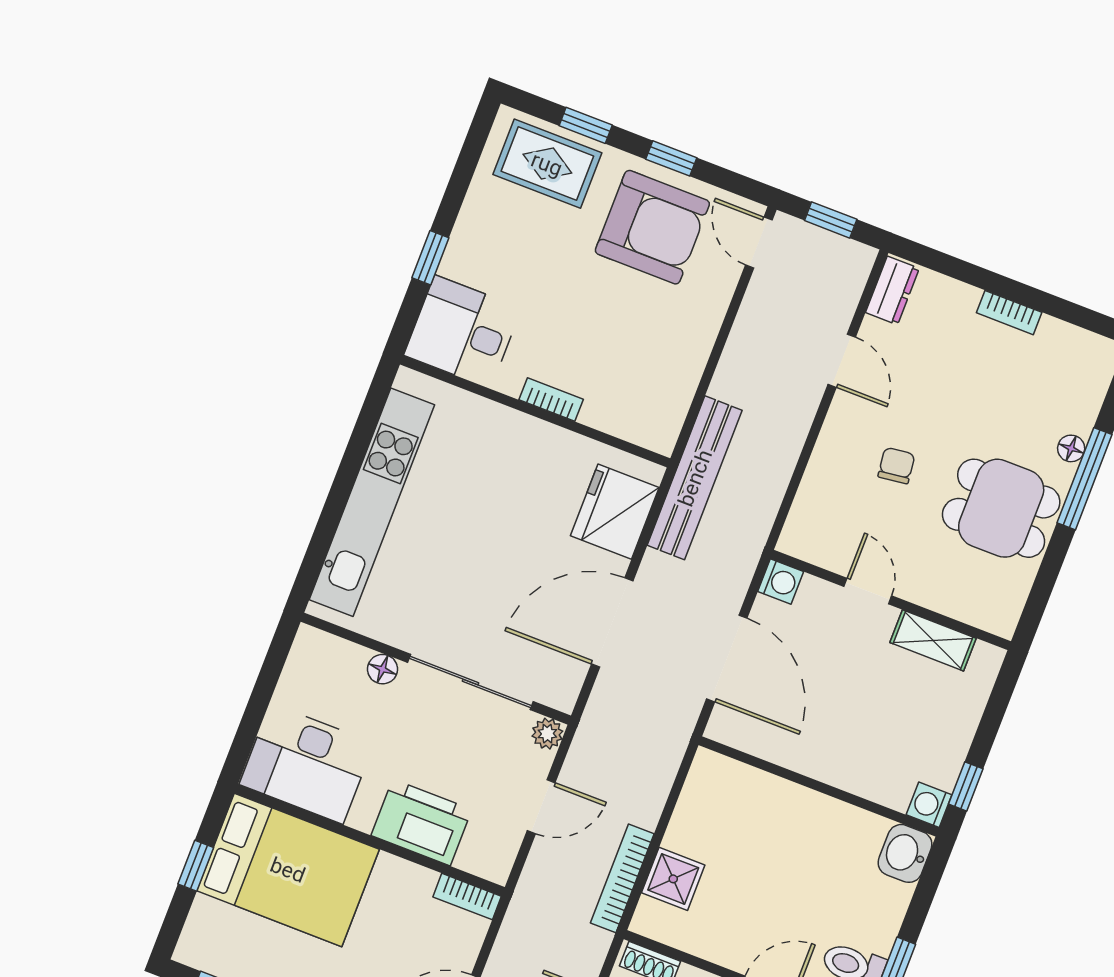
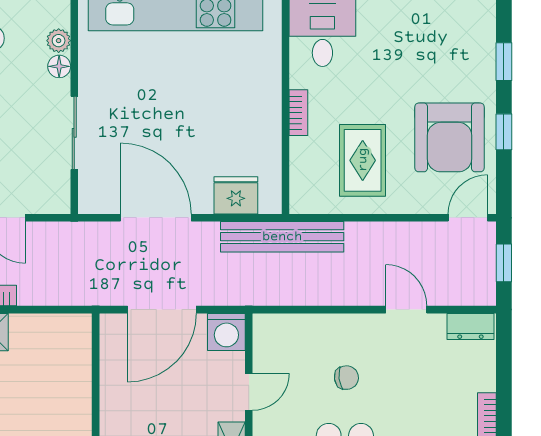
rug: (547, 164) -> (363, 160), moved
door: (842, 361) -> (406, 310), swing flipped
fridge: (615, 512) -> (236, 195), width x0.73, depth x0.75
washing machine: (781, 582) -> (226, 332), width x1.38, depth x1.38
sliding door: (471, 682) -> (74, 133), width x0.73
plant: (547, 734) -> (59, 41), moved

